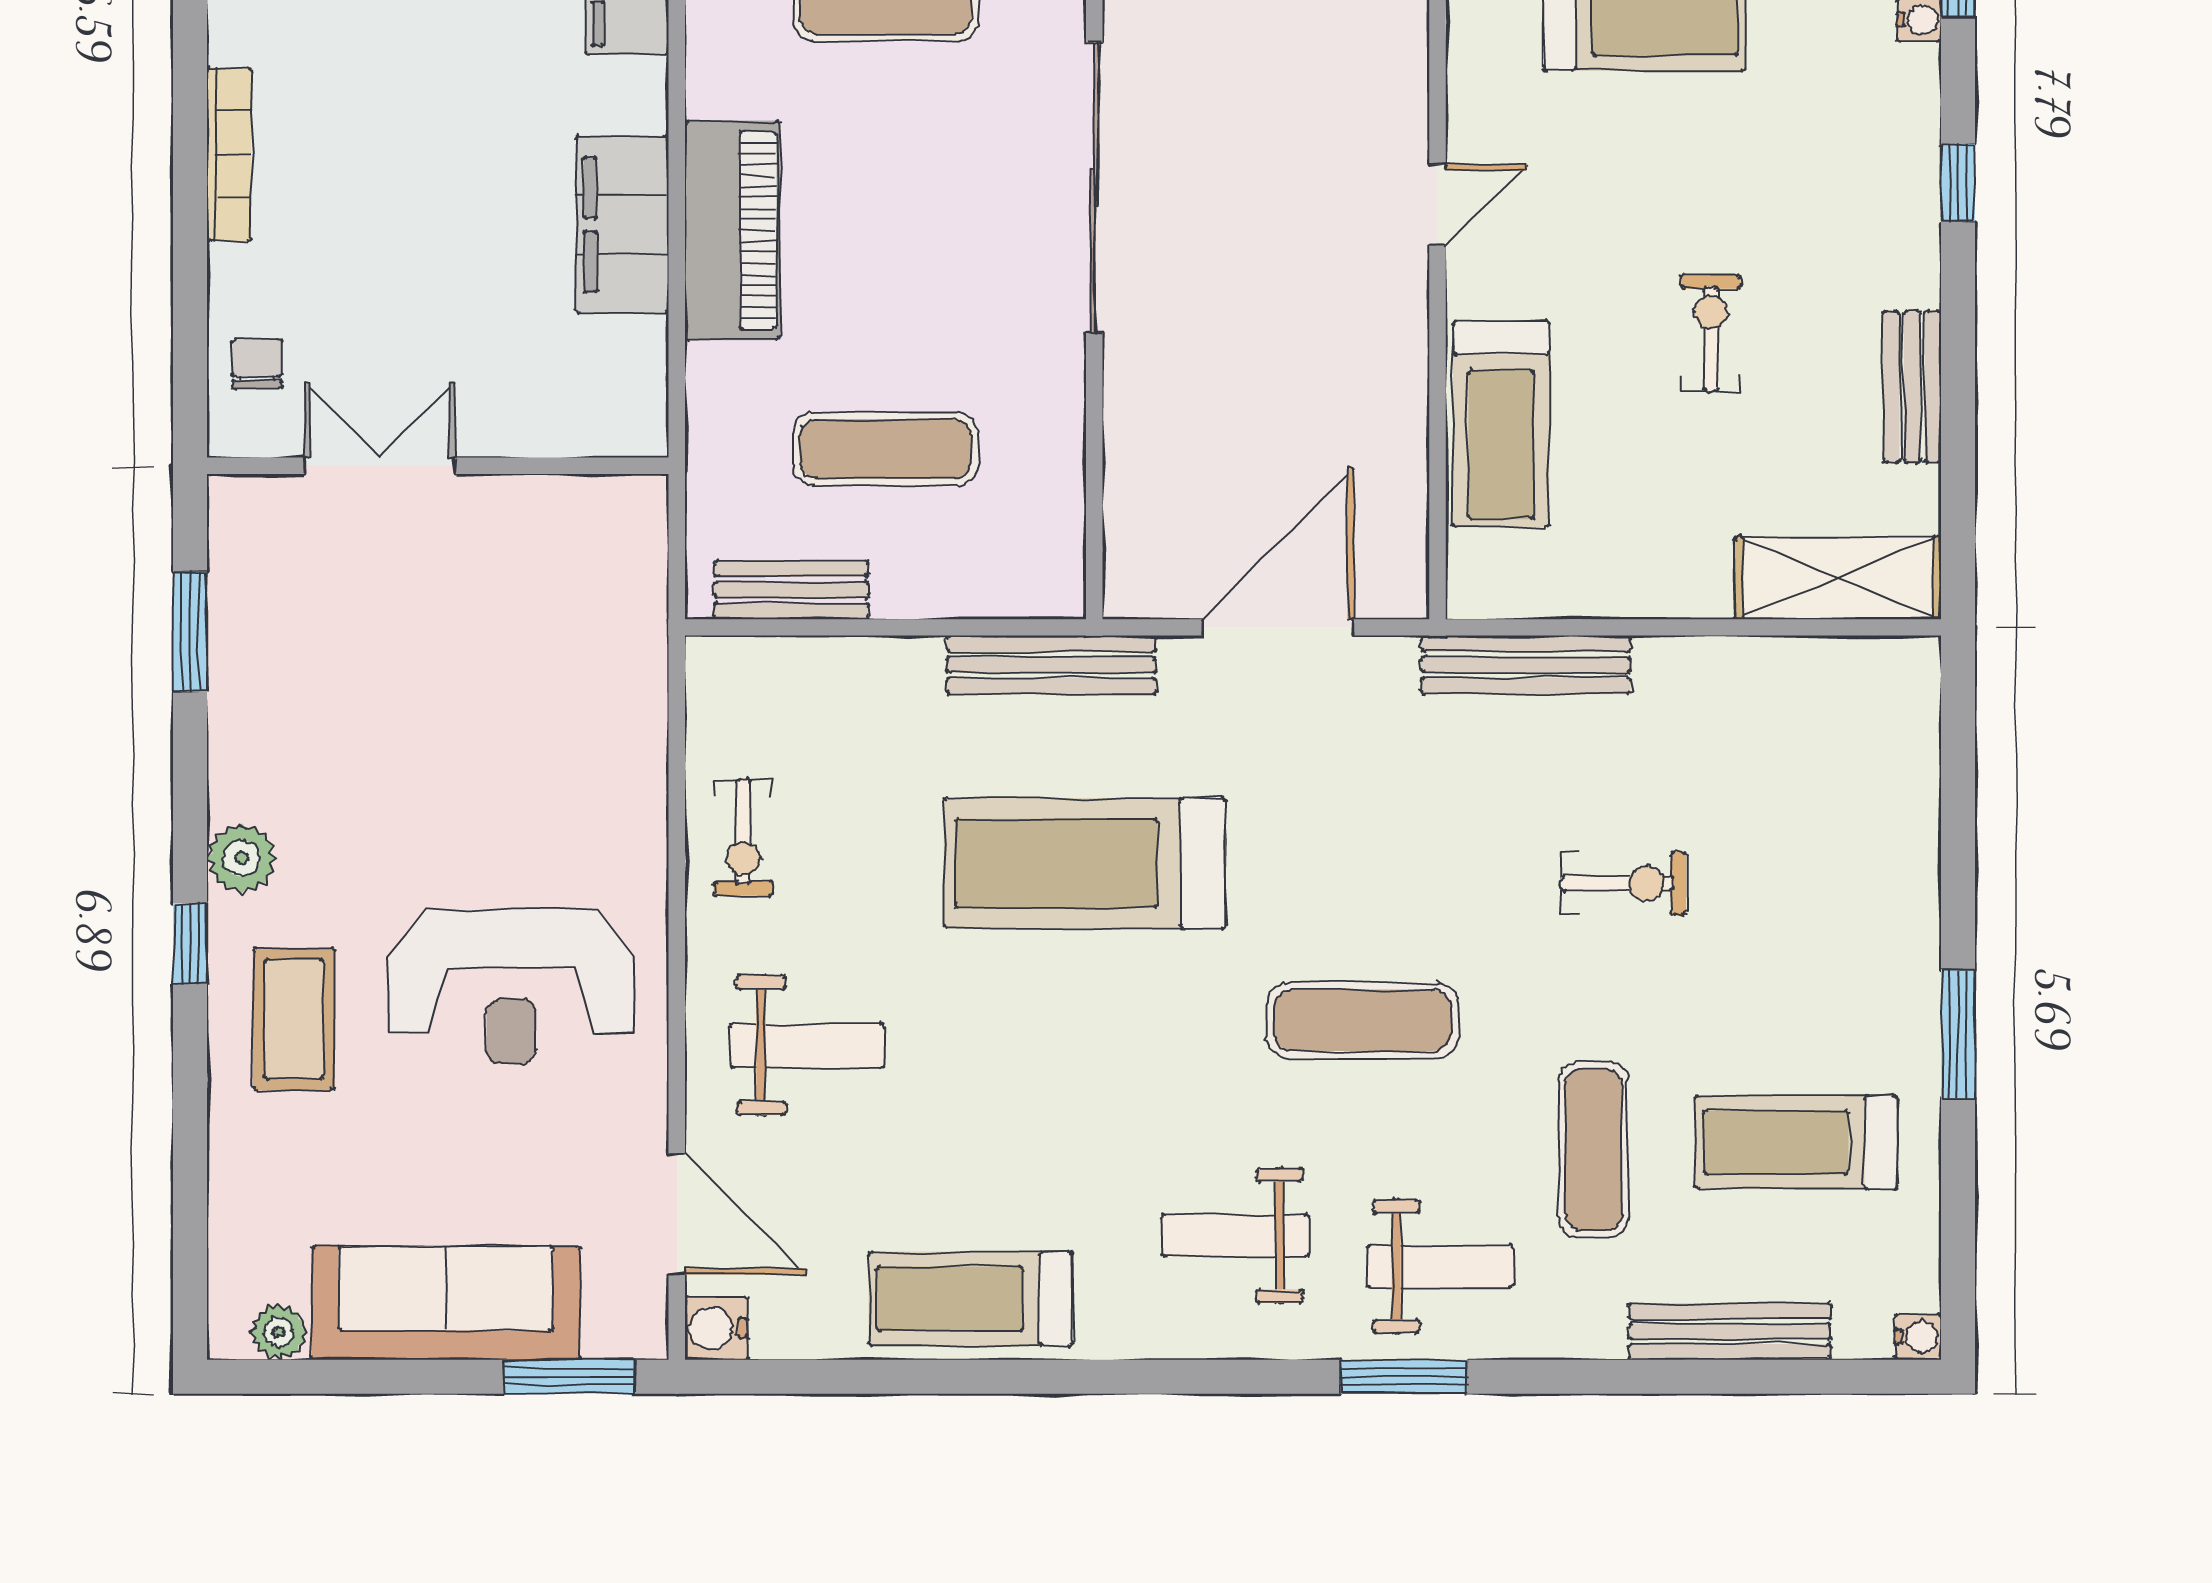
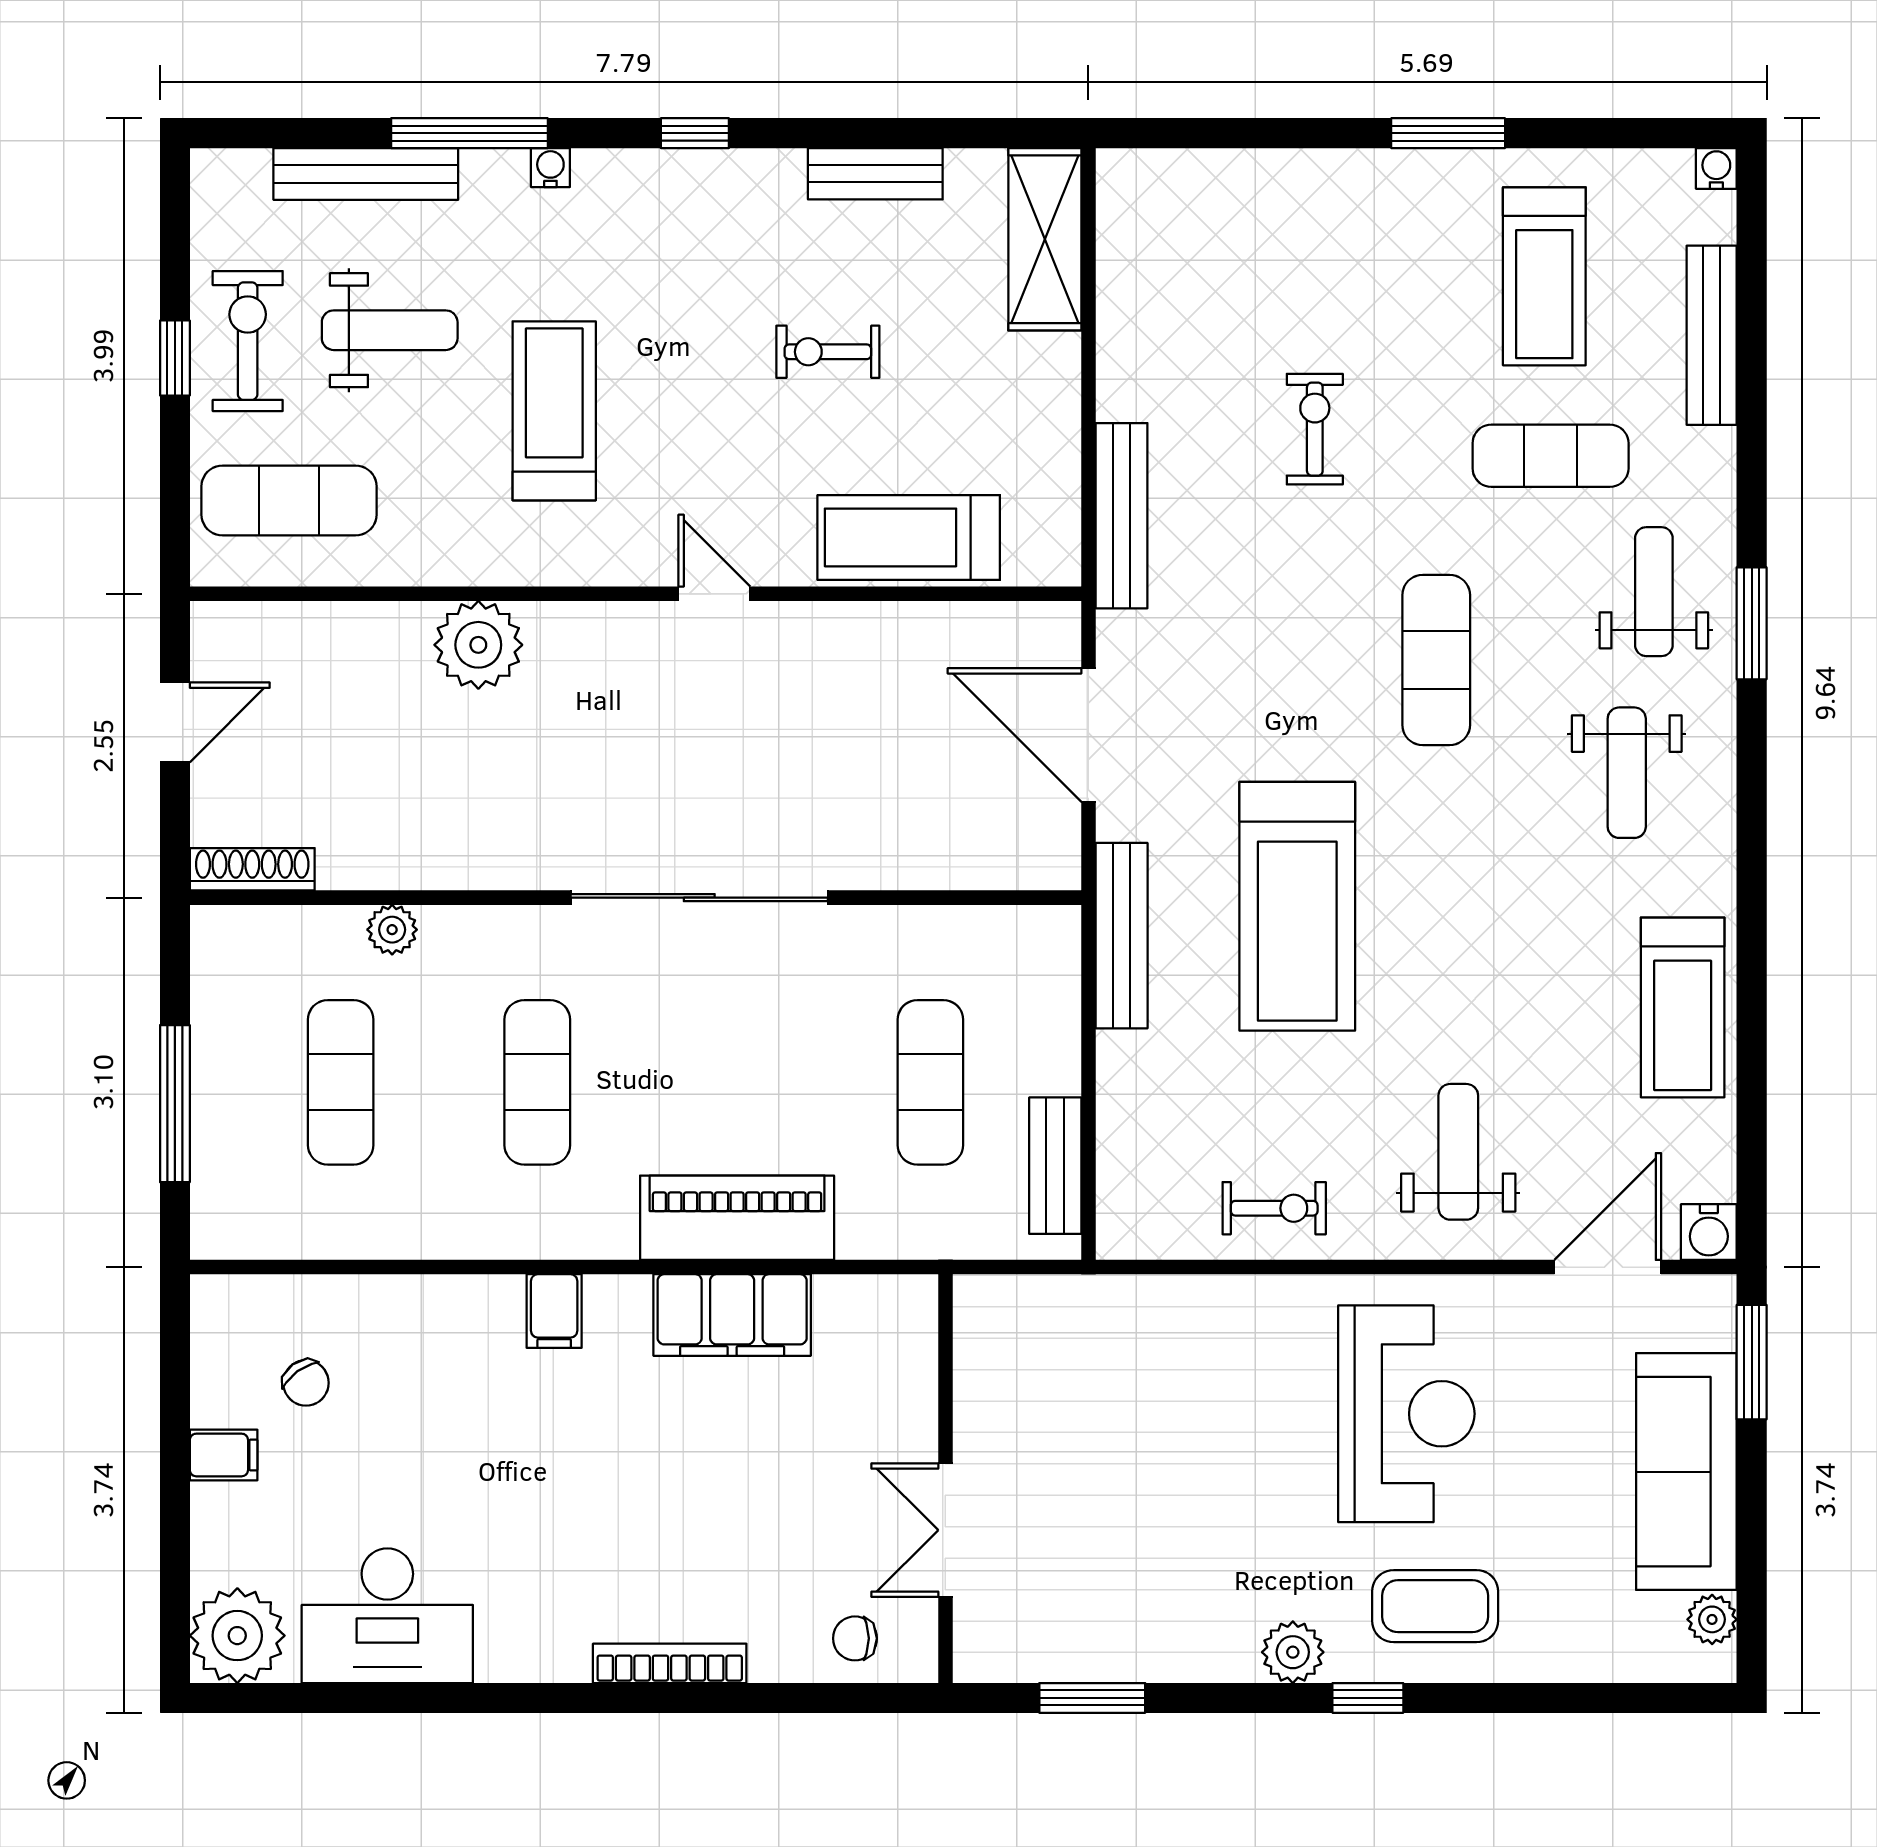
treadmill: (1501, 424) -> (909, 537), turned 180

